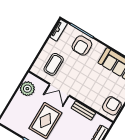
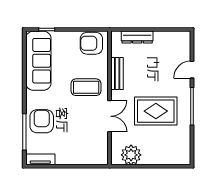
armchair: (82, 46) -> (42, 121), turned -90
coffee table: (54, 64) -> (86, 87), moved

